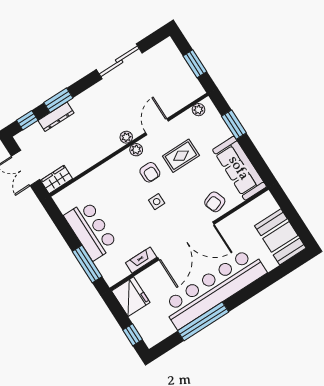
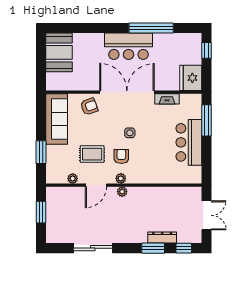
plant: (198, 110) -> (73, 178), moved
wardrobe: (57, 179) -> (190, 193), removed
bar counter: (214, 288) -> (129, 46), width x0.54

